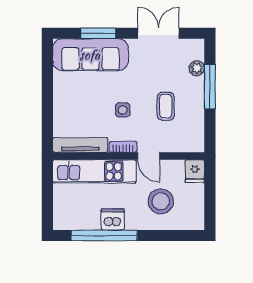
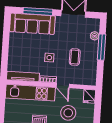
window: (98, 33) -> (38, 11), width x1.44

